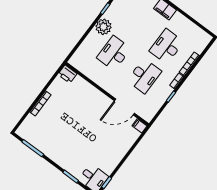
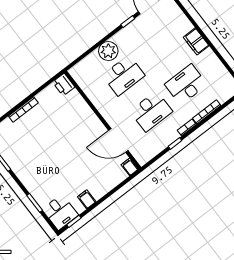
plant: (104, 27) -> (108, 51), moved
desk: (114, 53) -> (123, 75), turned 180
filing cabinet: (112, 162) -> (87, 199), added

